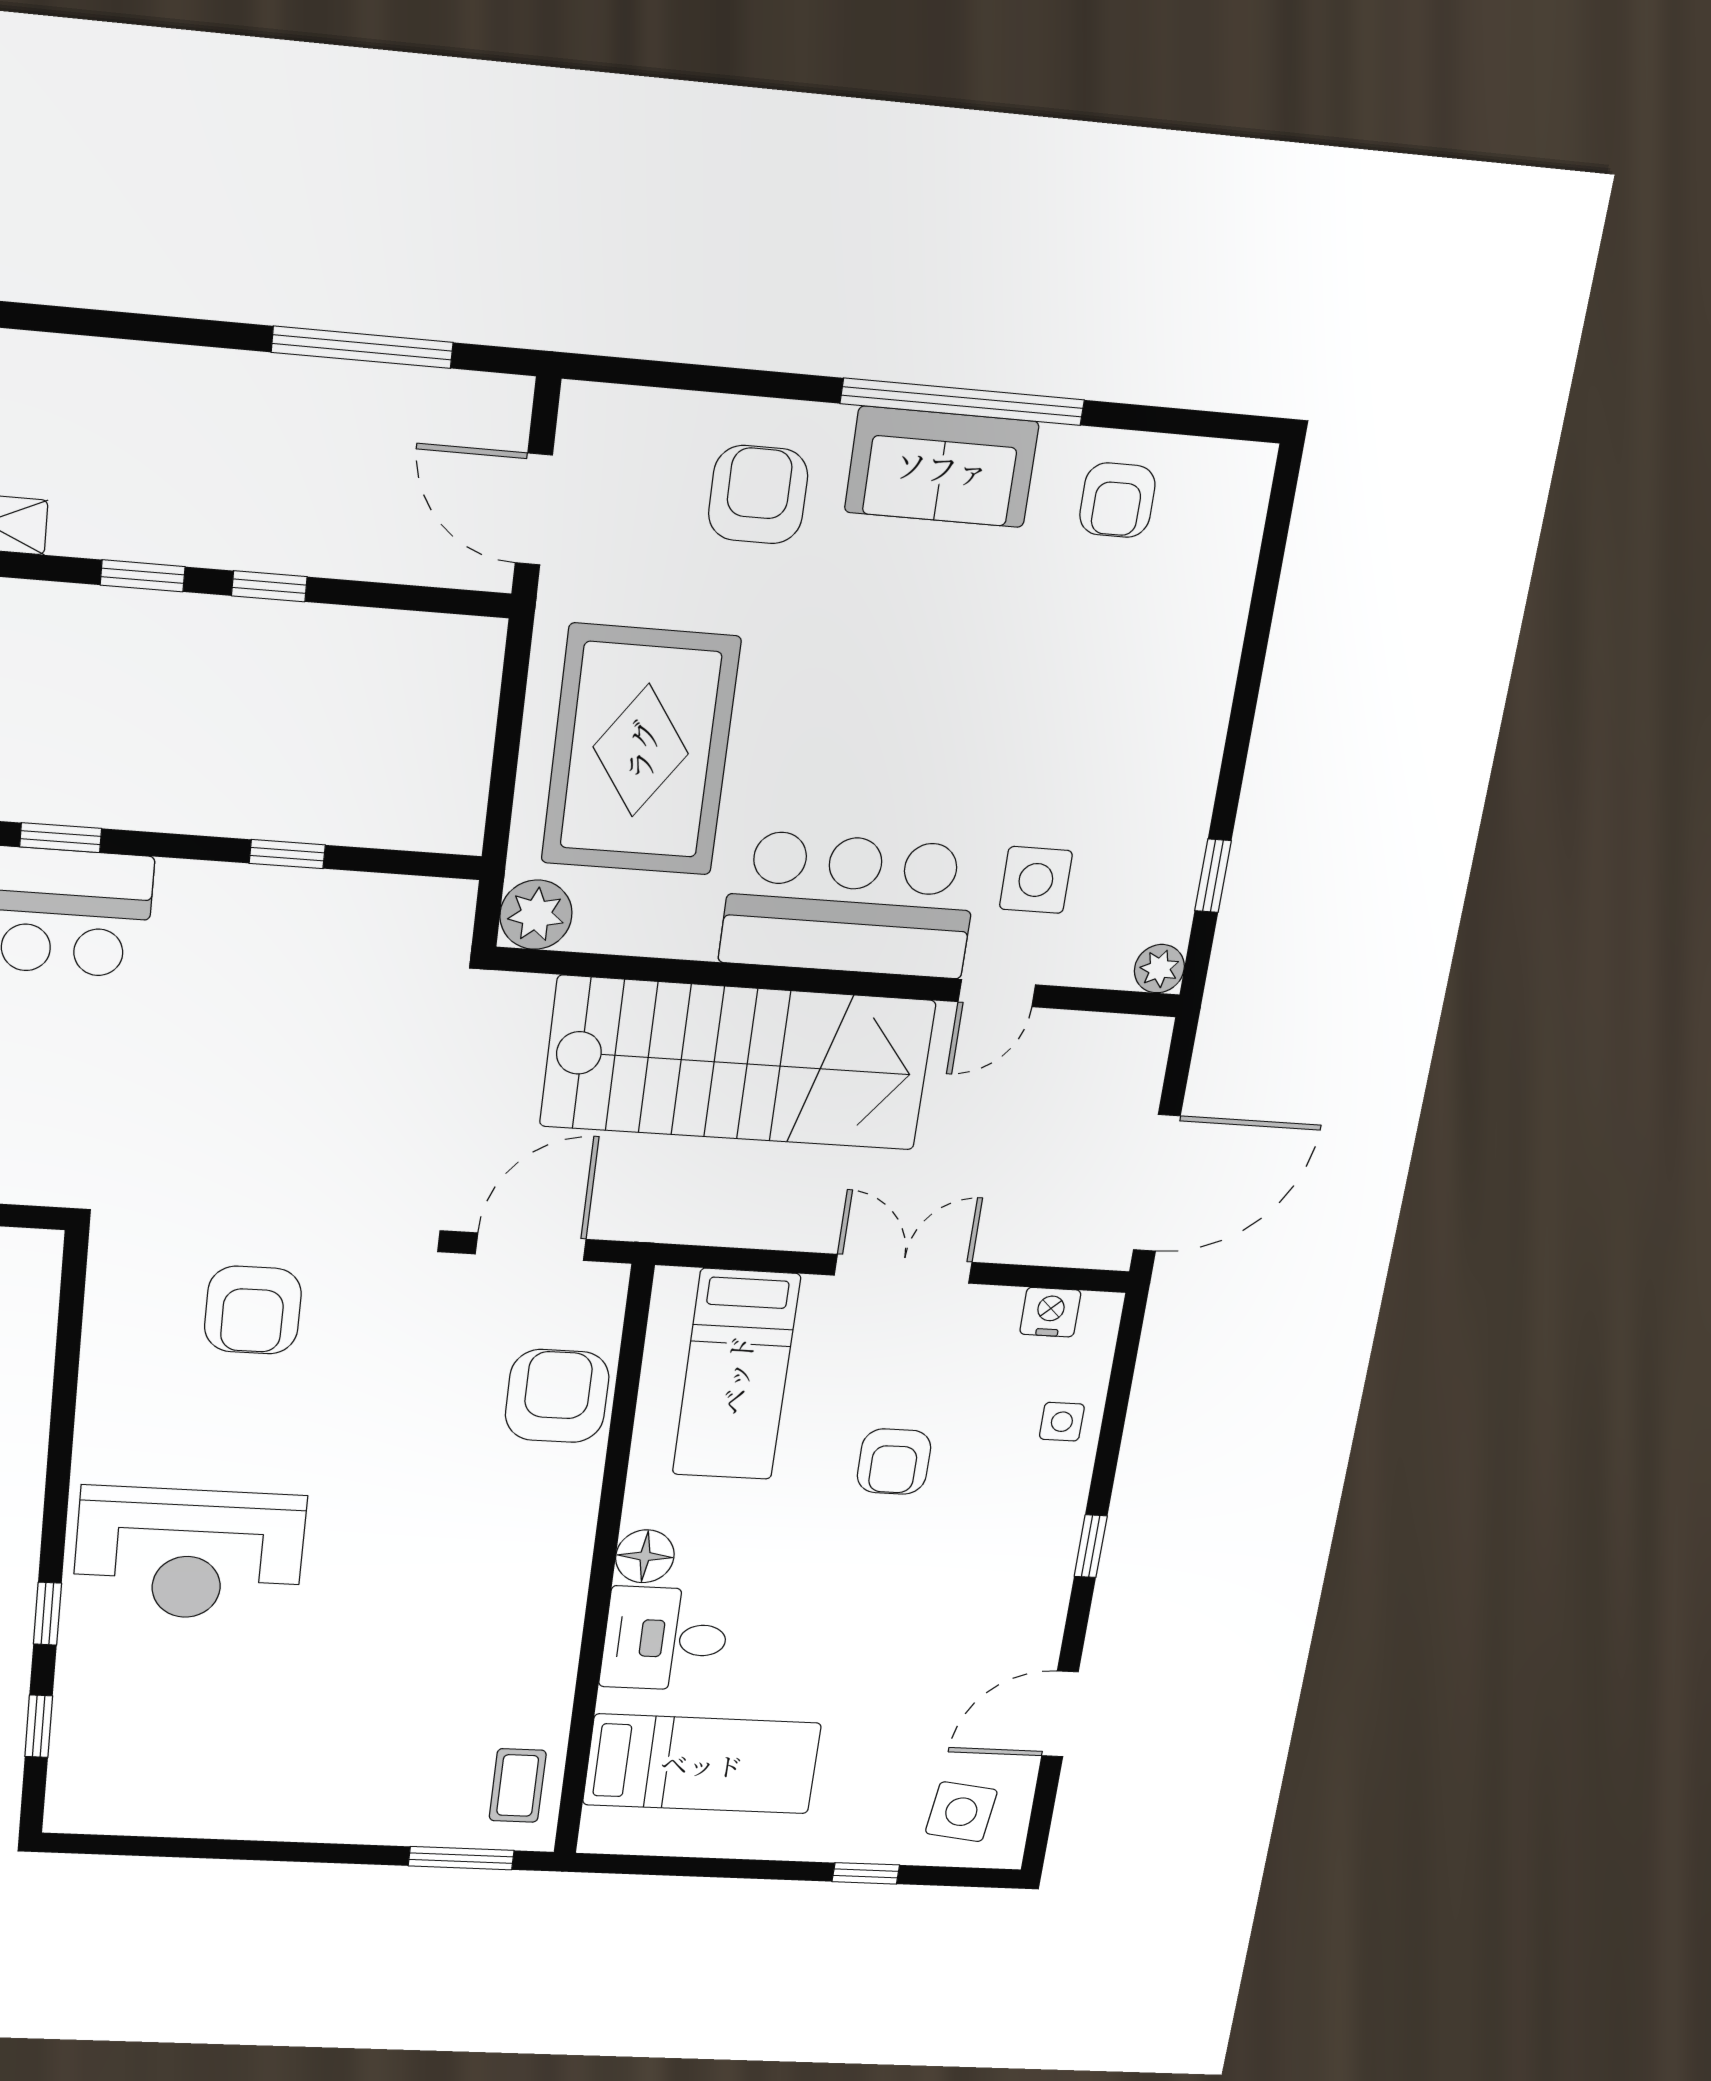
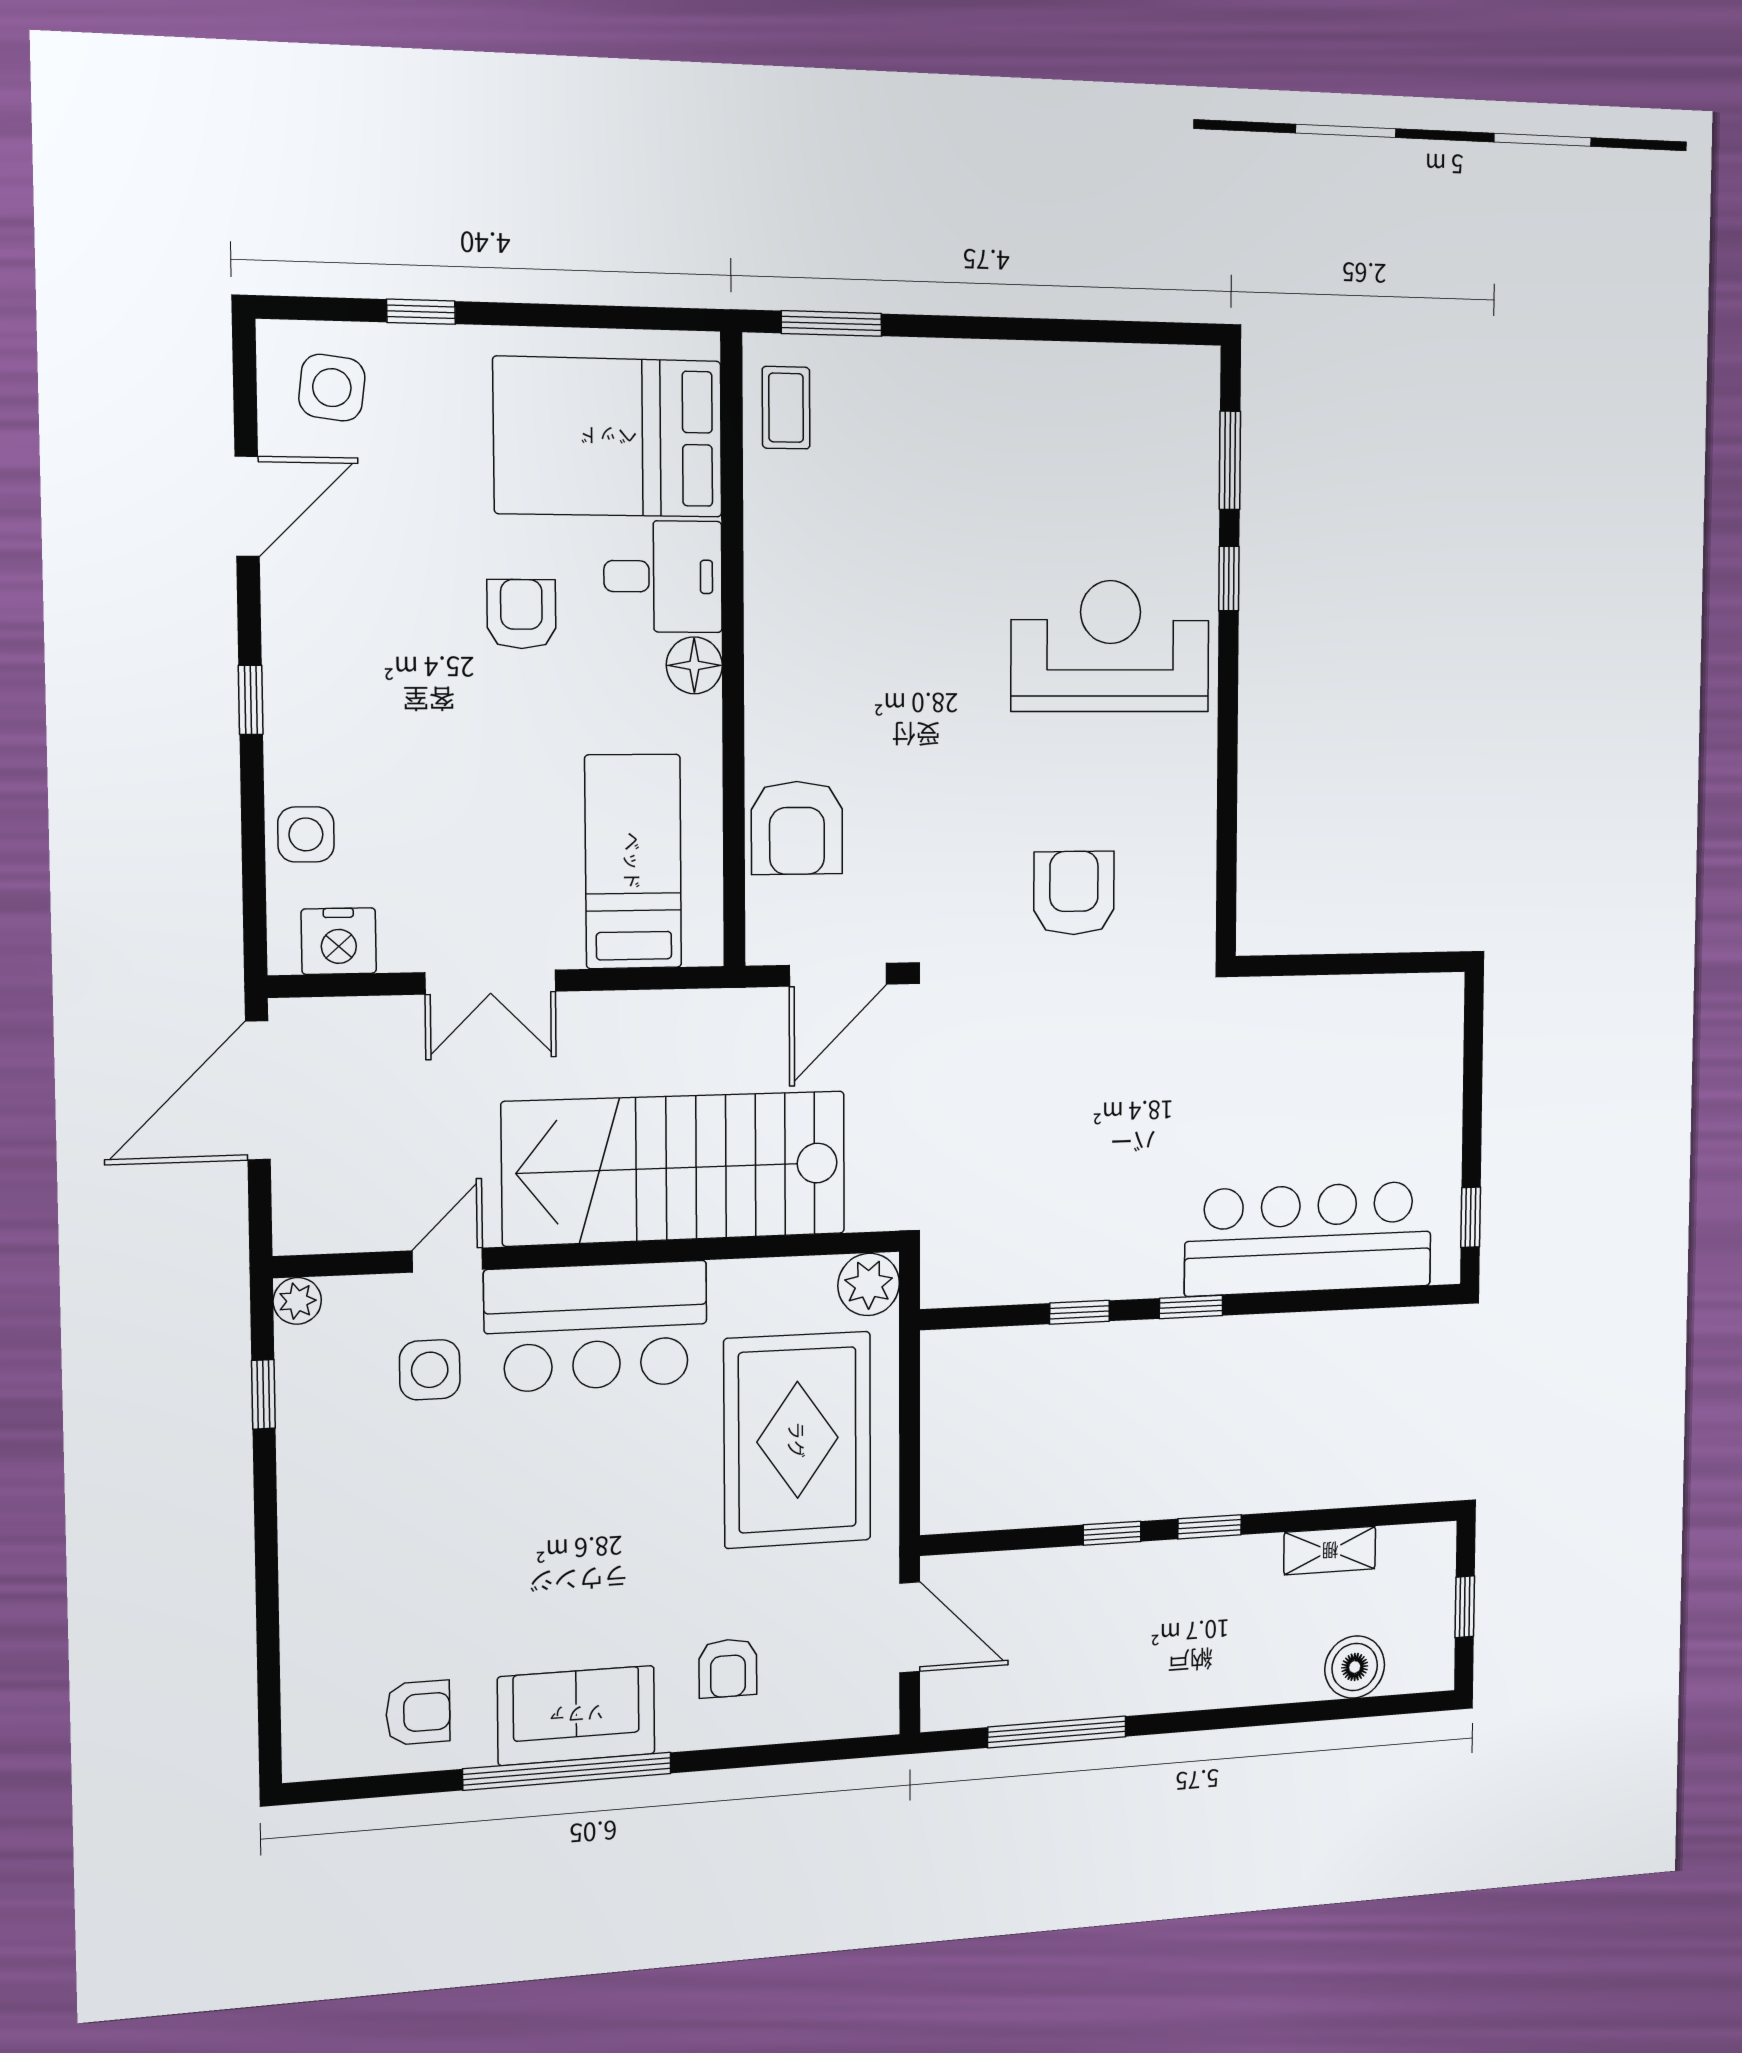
armchair: (758, 495) -> (728, 1668), width x0.72, depth x0.72
armchair: (1117, 500) -> (418, 1713), turned 90
window: (61, 838) -> (1191, 1307), moved
nightstand: (1050, 1312) -> (339, 941), width x1.36, depth x1.33
side table: (1062, 1422) -> (306, 834), width x1.37, depth x1.37
armchair: (894, 1462) -> (521, 614), moved
window: (39, 1726) -> (1230, 460), width x1.50
bed: (702, 1764) -> (608, 437), width x1.50

